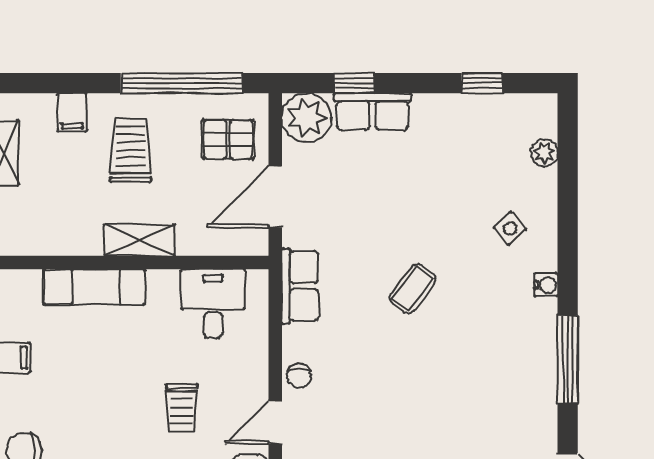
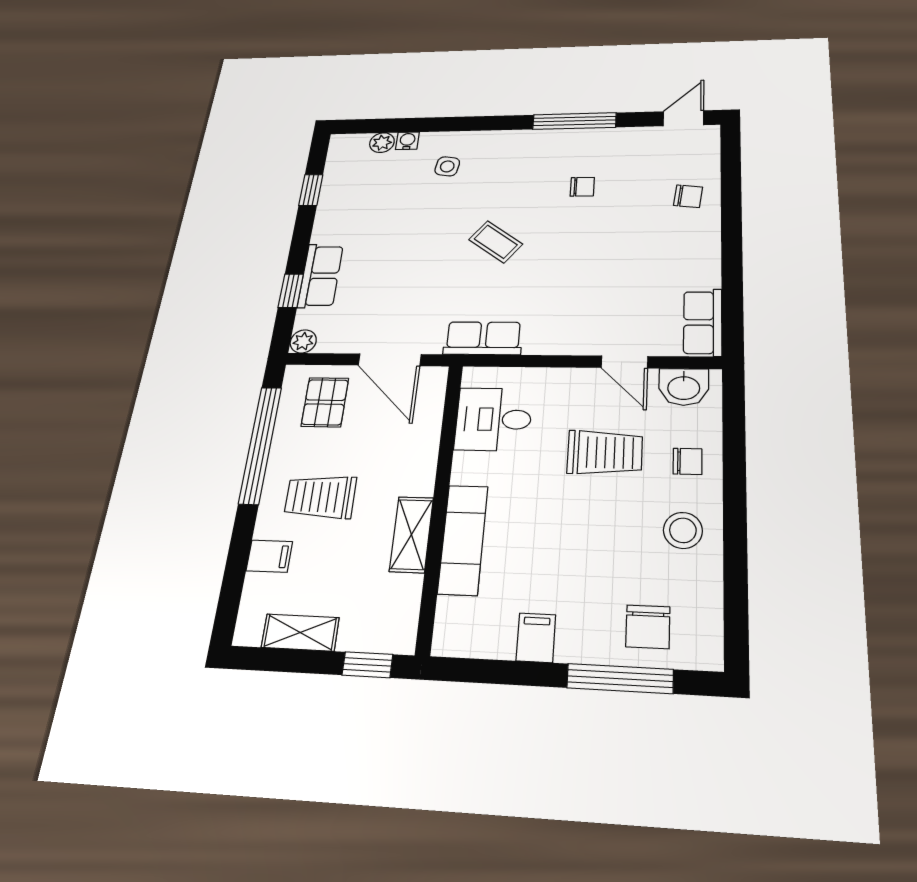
plant: (307, 118) -> (303, 341), width x0.53, depth x0.53
side table: (510, 228) -> (447, 166), turned -38
shelving: (139, 240) -> (411, 534), moved
water cooler: (546, 285) -> (407, 141), moved
chair: (299, 376) -> (582, 187), moved
trolley: (182, 408) -> (605, 452), width x1.36, depth x1.39

